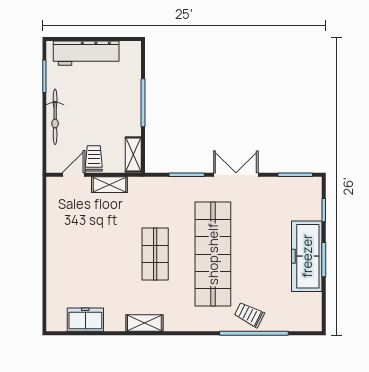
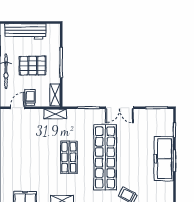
pallet: (98, 108) -> (33, 66), added
double door: (236, 175) -> (119, 108), swing flipped
shelving: (109, 185) -> (55, 114), moved

